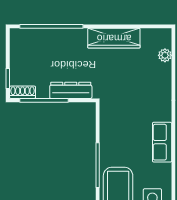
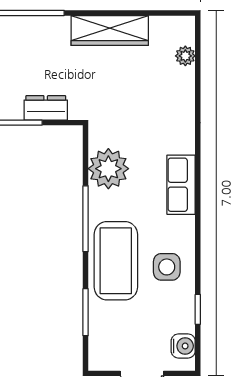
dresser: (71, 90) -> (46, 108), width x0.70
plant: (113, 131) -> (108, 169), added

